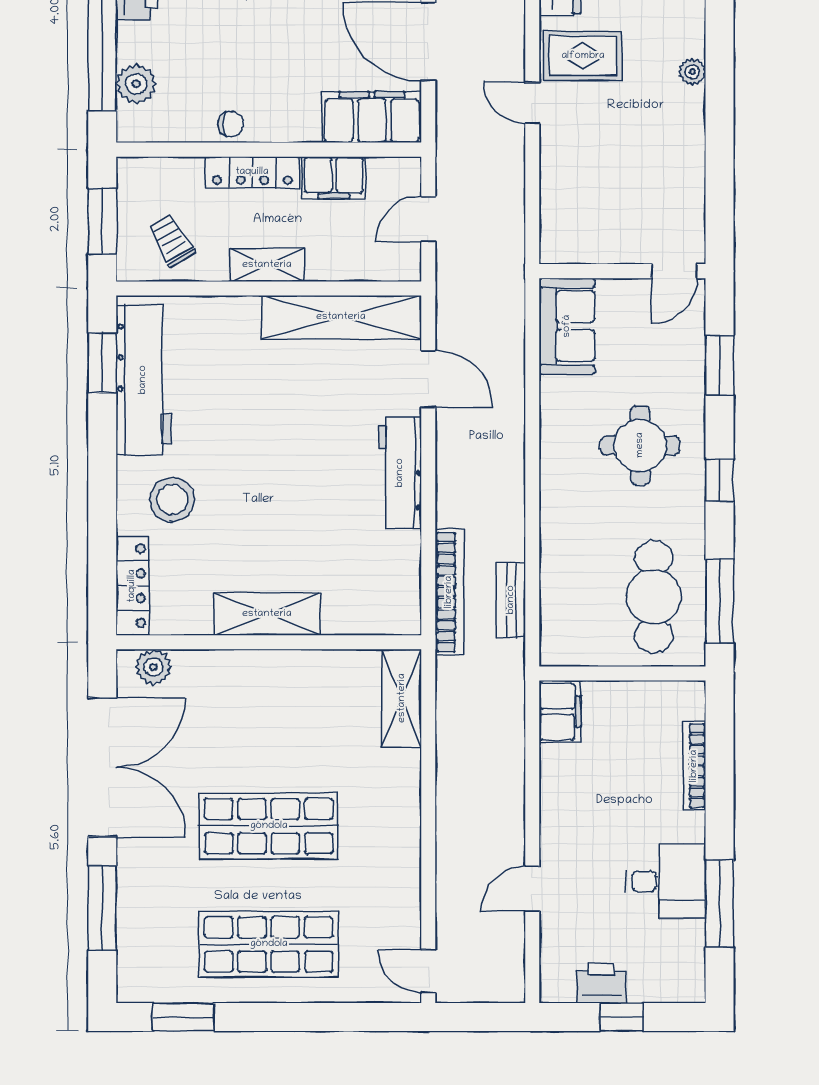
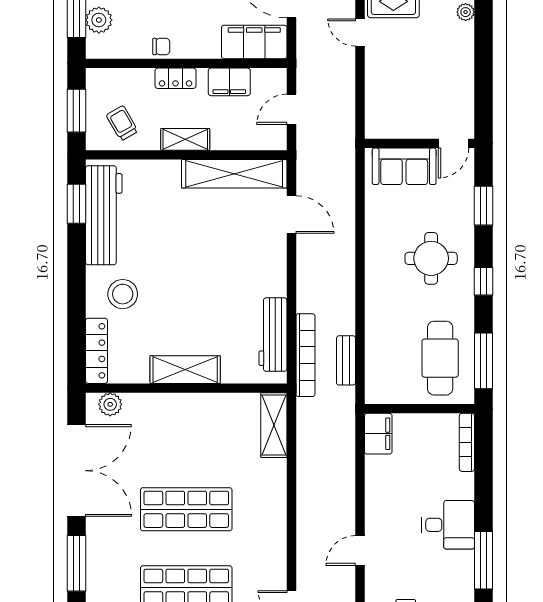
locker: (252, 172) -> (175, 78), width x0.66
sofa: (567, 326) -> (404, 166), moved, turned 90
workbench: (400, 473) -> (273, 335), moved
bookcase: (694, 766) -> (467, 442), moved
desk: (666, 881) -> (448, 525), moved

